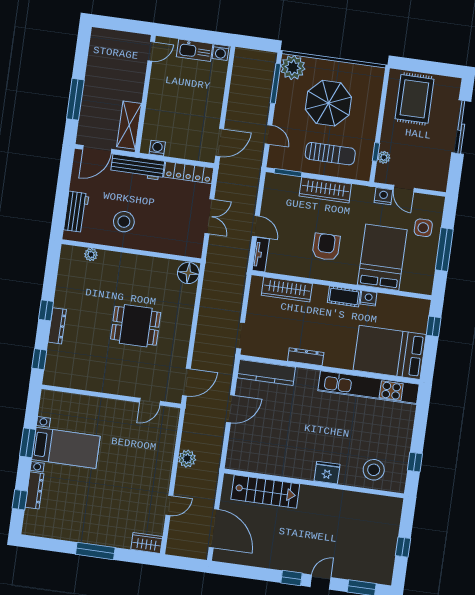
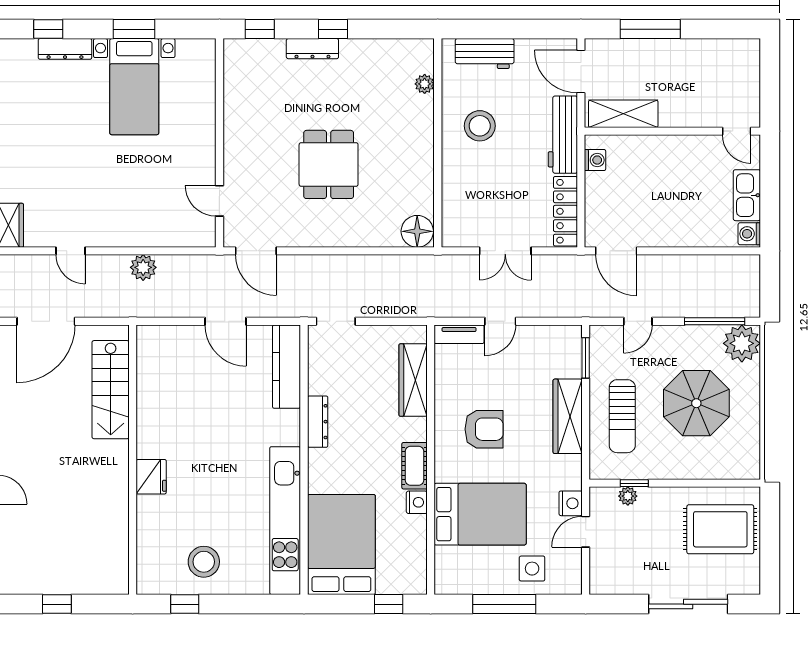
stool: (374, 470) -> (204, 562), moved

